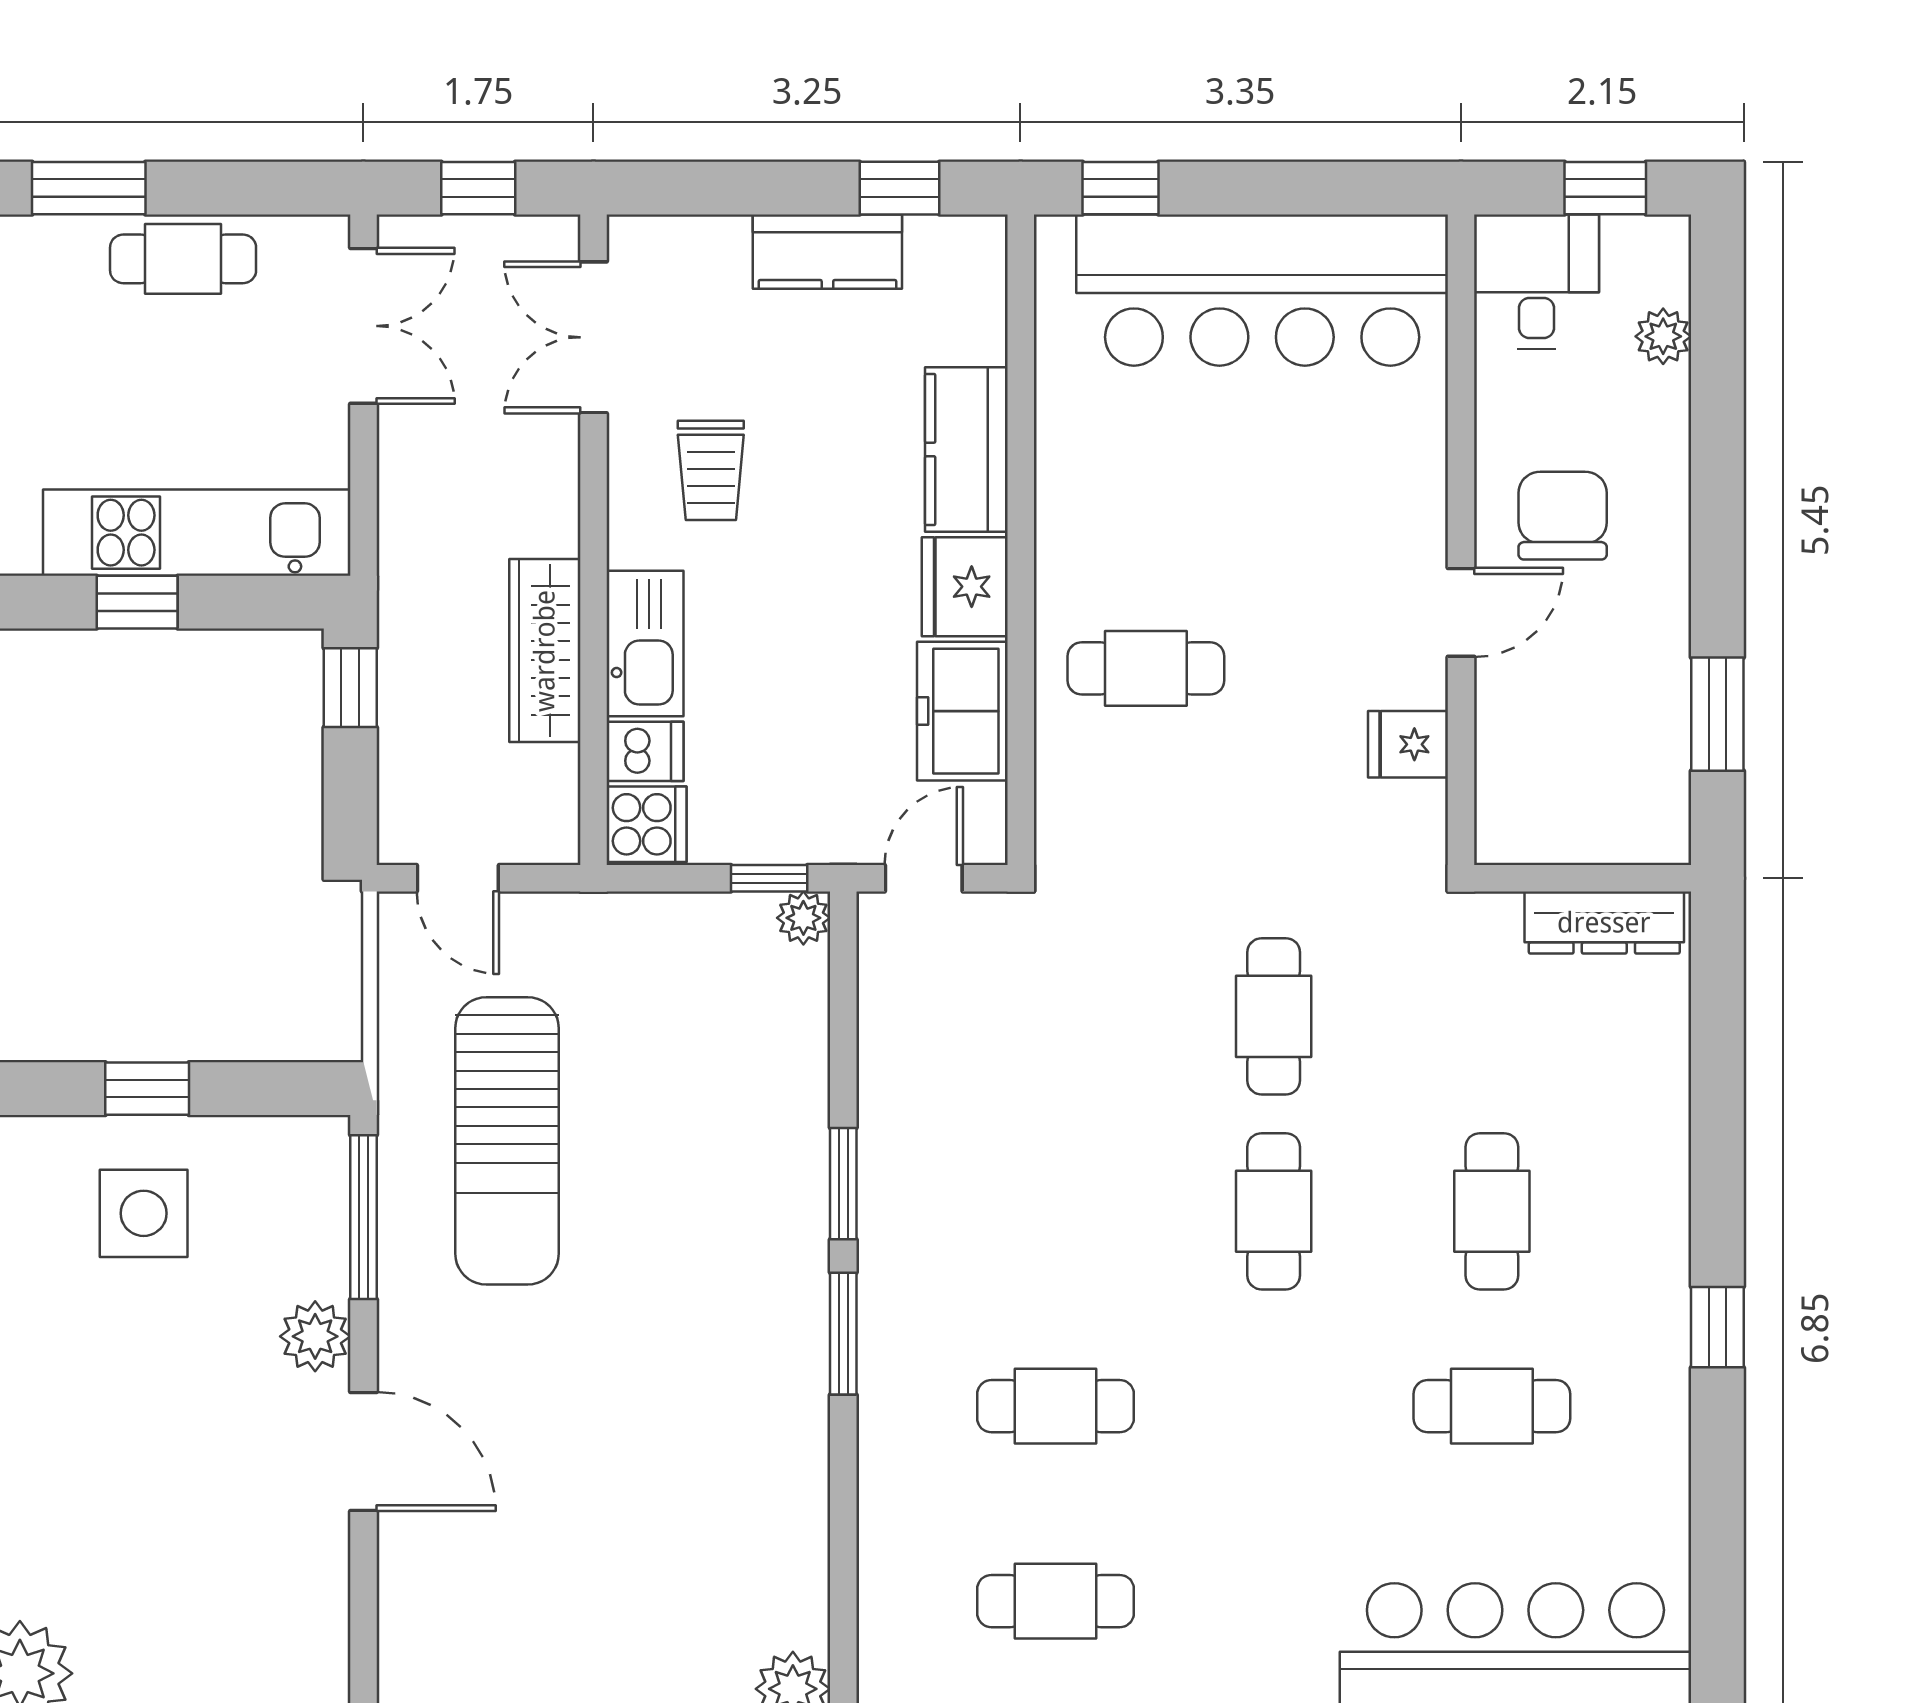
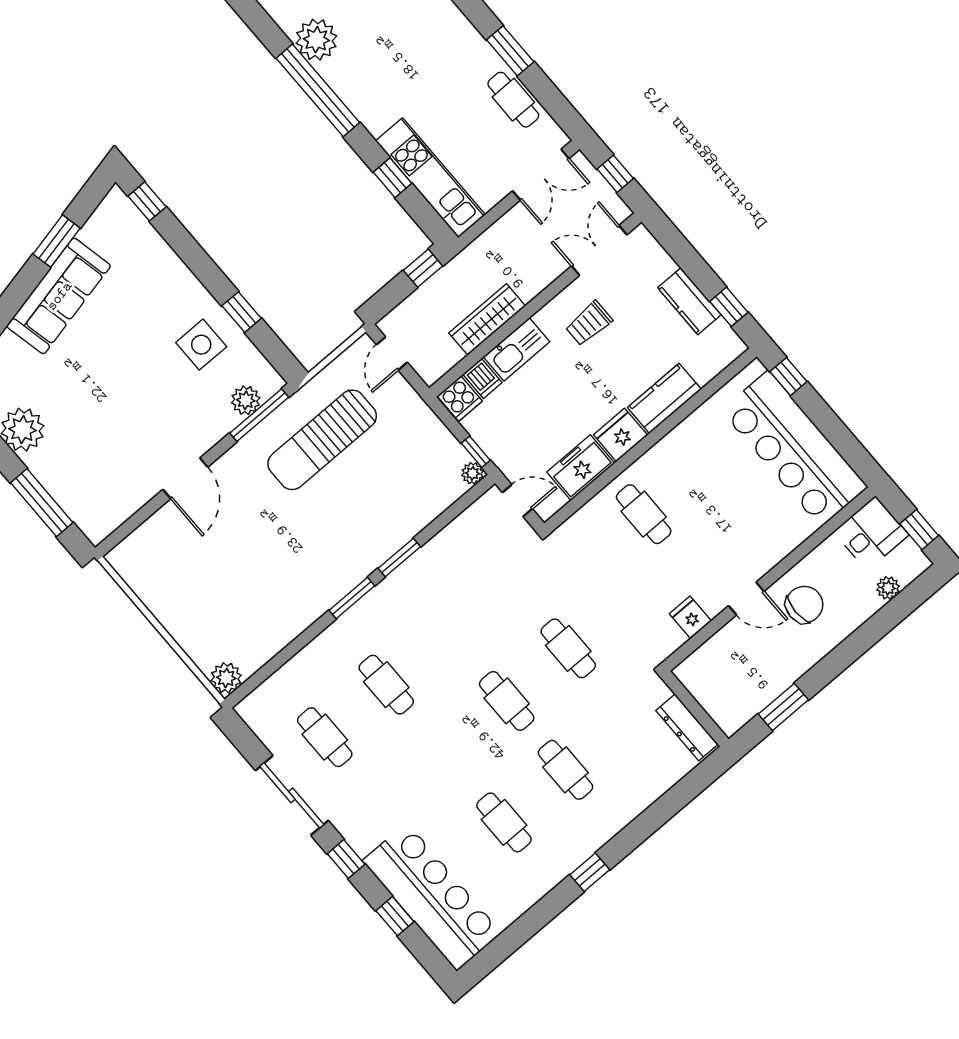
cafe table: (1274, 1016) -> (568, 648), turned 90
cafe table: (1274, 1211) -> (507, 701), turned 90
cafe table: (1492, 1211) -> (566, 770), turned 90
plant: (315, 1336) -> (246, 400), moved

